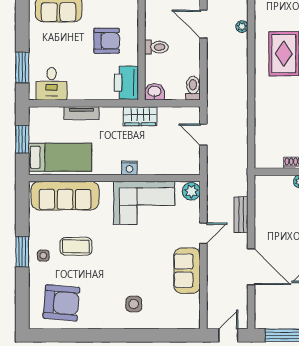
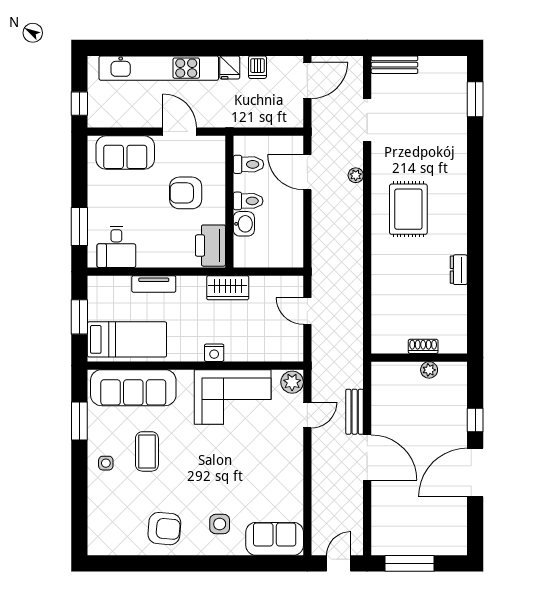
armchair: (107, 41) -> (186, 193), turned 180
toilet: (193, 88) -> (248, 164), moved, turned 90
washbasin: (154, 92) -> (244, 224), moved, turned 90
door: (203, 233) -> (307, 415), moved
coffee table: (76, 246) -> (147, 451), turned 90
window: (22, 252) -> (79, 421), moved
door: (251, 267) -> (367, 457), moved
sofa: (187, 271) -> (275, 539), moved, turned 90
armchair: (61, 303) -> (164, 529), moved, width x0.73, depth x0.73

